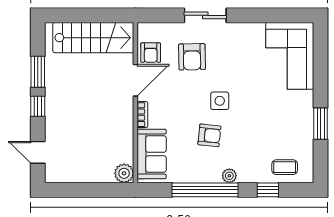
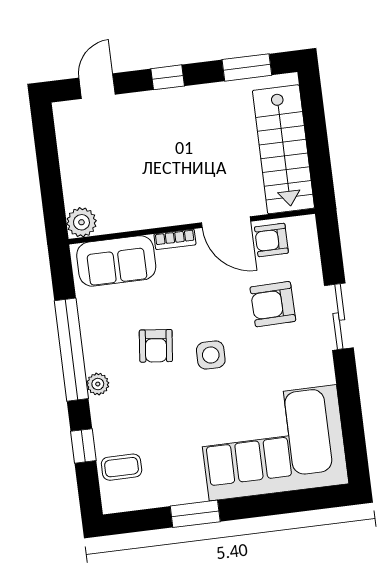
corner sofa: (290, 56) -> (273, 443), width x1.36, depth x1.36
window: (38, 72) -> (247, 67), moved
coffee table: (285, 167) -> (122, 467), turned 90

